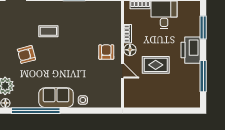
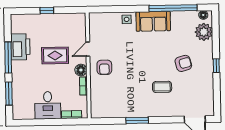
printer: (191, 50) -> (20, 47), moved
door: (122, 71) -> (88, 49), hinge flipped
window: (203, 76) -> (8, 57), moved
window: (163, 111) -> (47, 10), added

